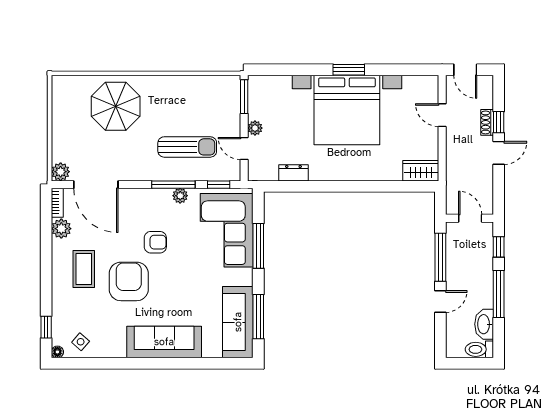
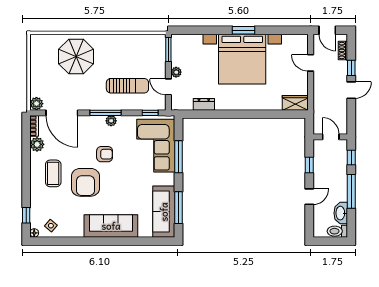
shoe rack: (487, 122) -> (343, 50), moved
window: (173, 185) -> (106, 113), moved
plant: (180, 196) -> (111, 121), moved
window: (440, 257) -> (309, 165), width x0.46
armchair: (129, 281) -> (85, 182), turned 180

